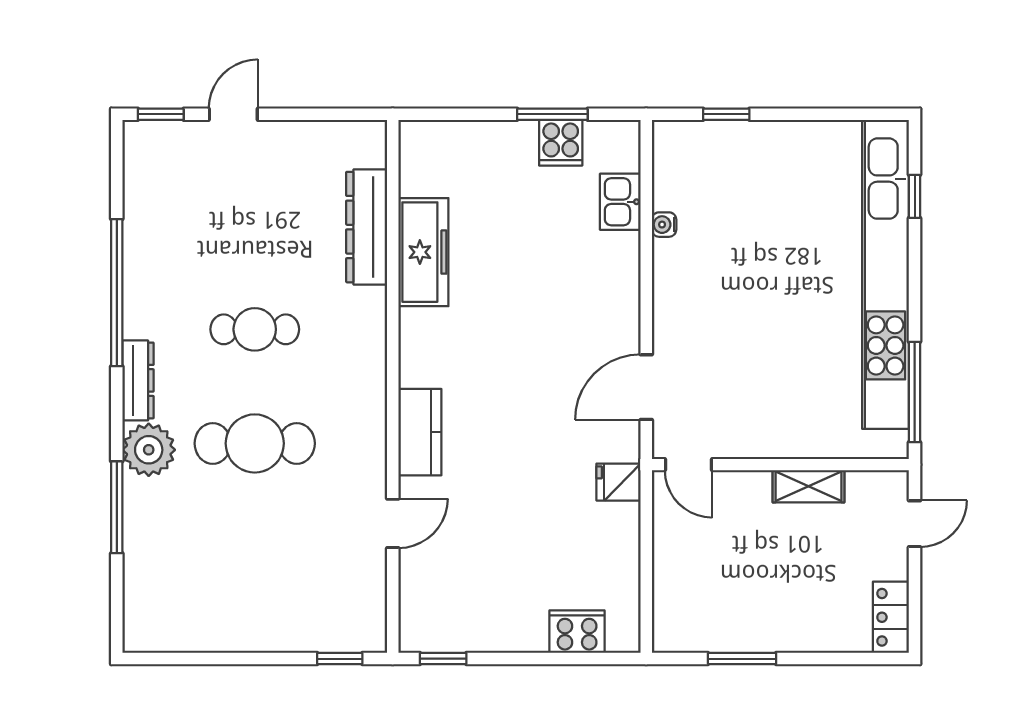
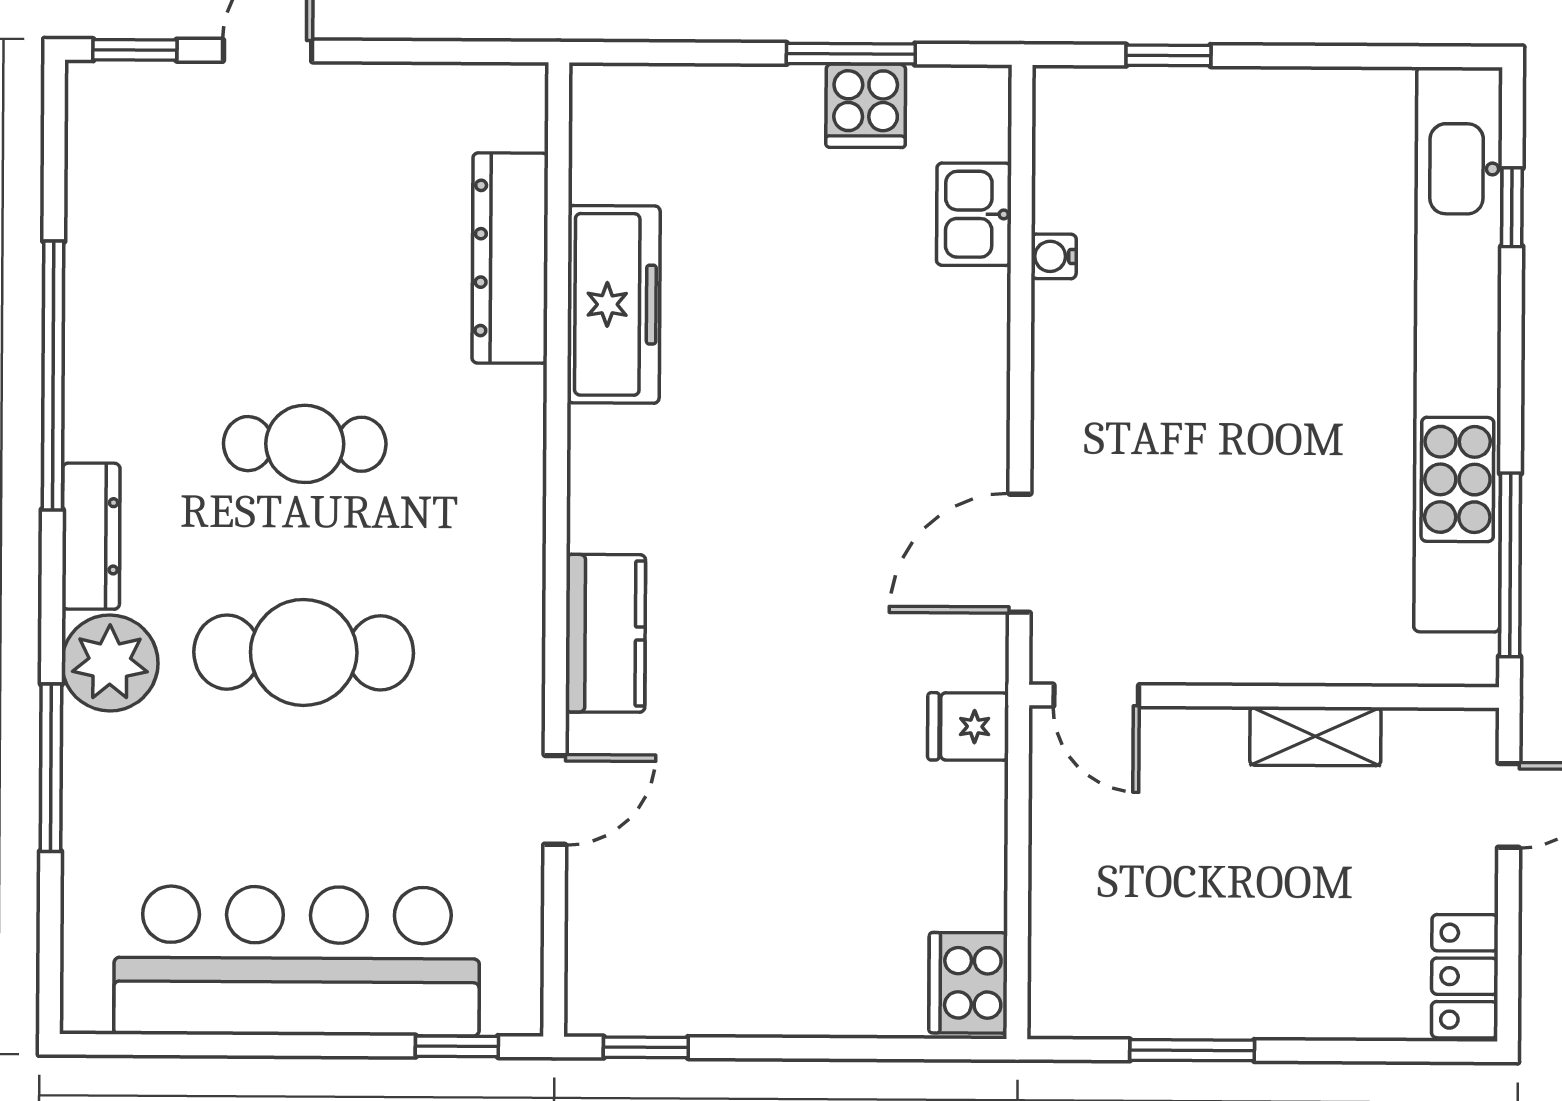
bar counter: (252, 612) -> (297, 961), added
cooker: (577, 632) -> (968, 983), moved, turned -90

